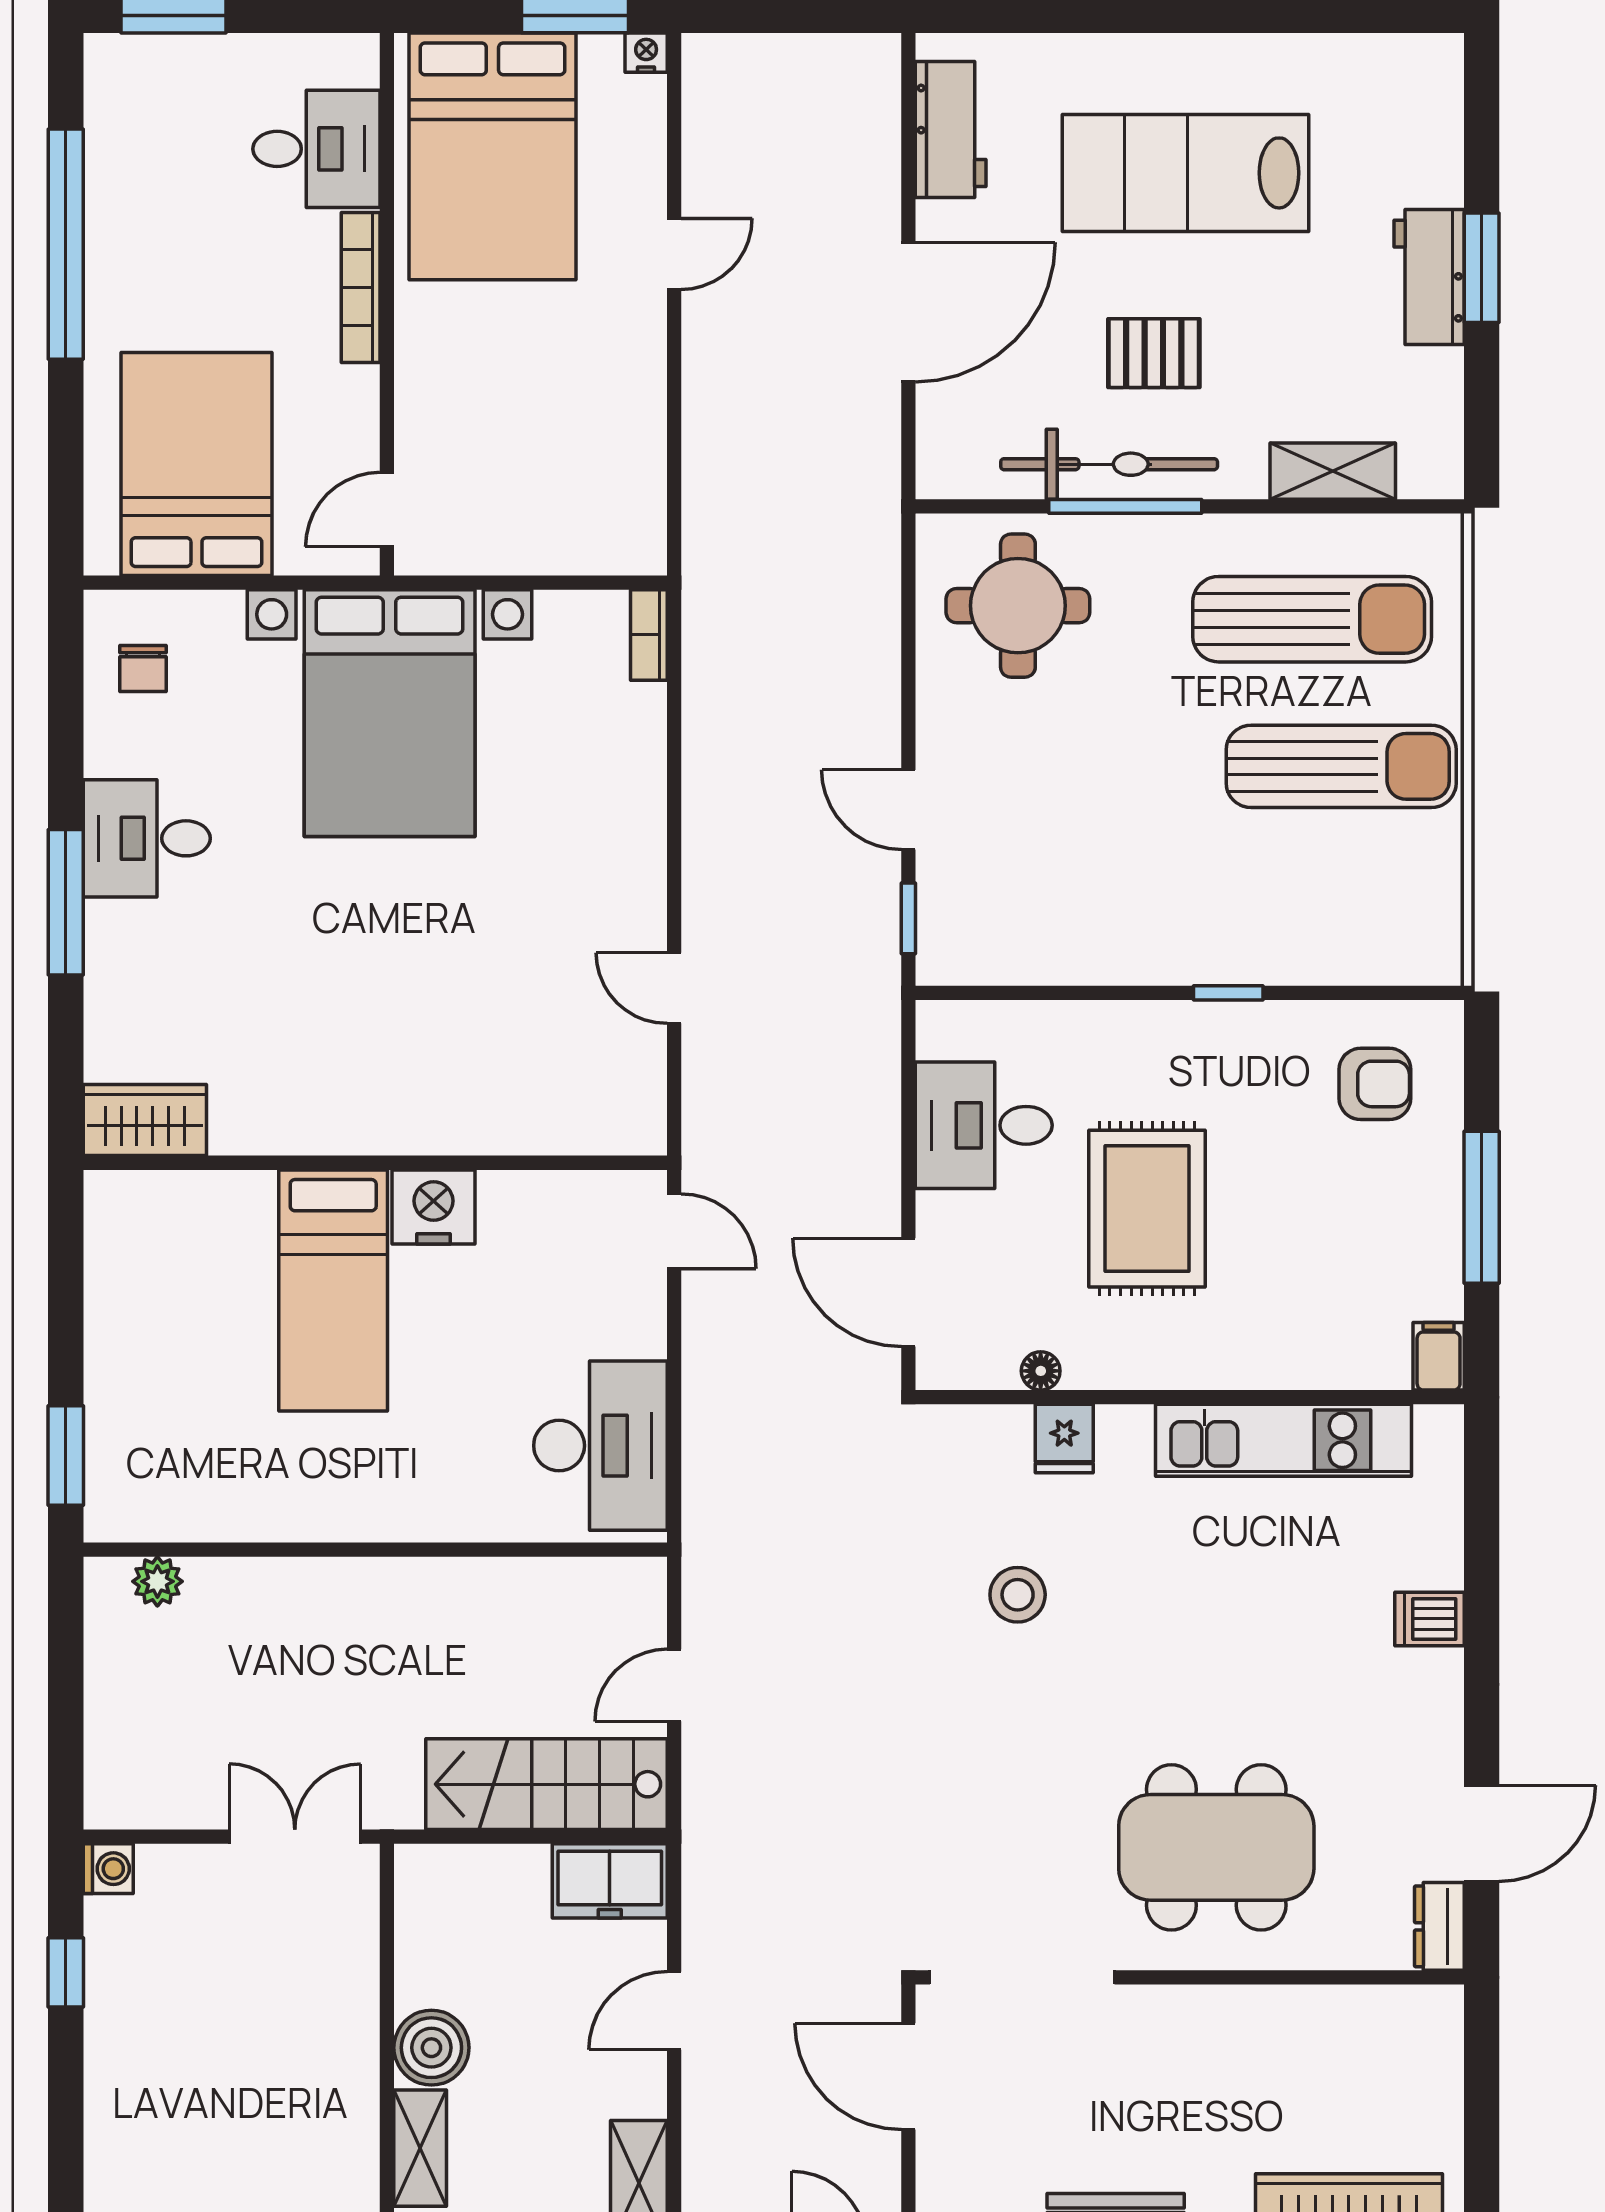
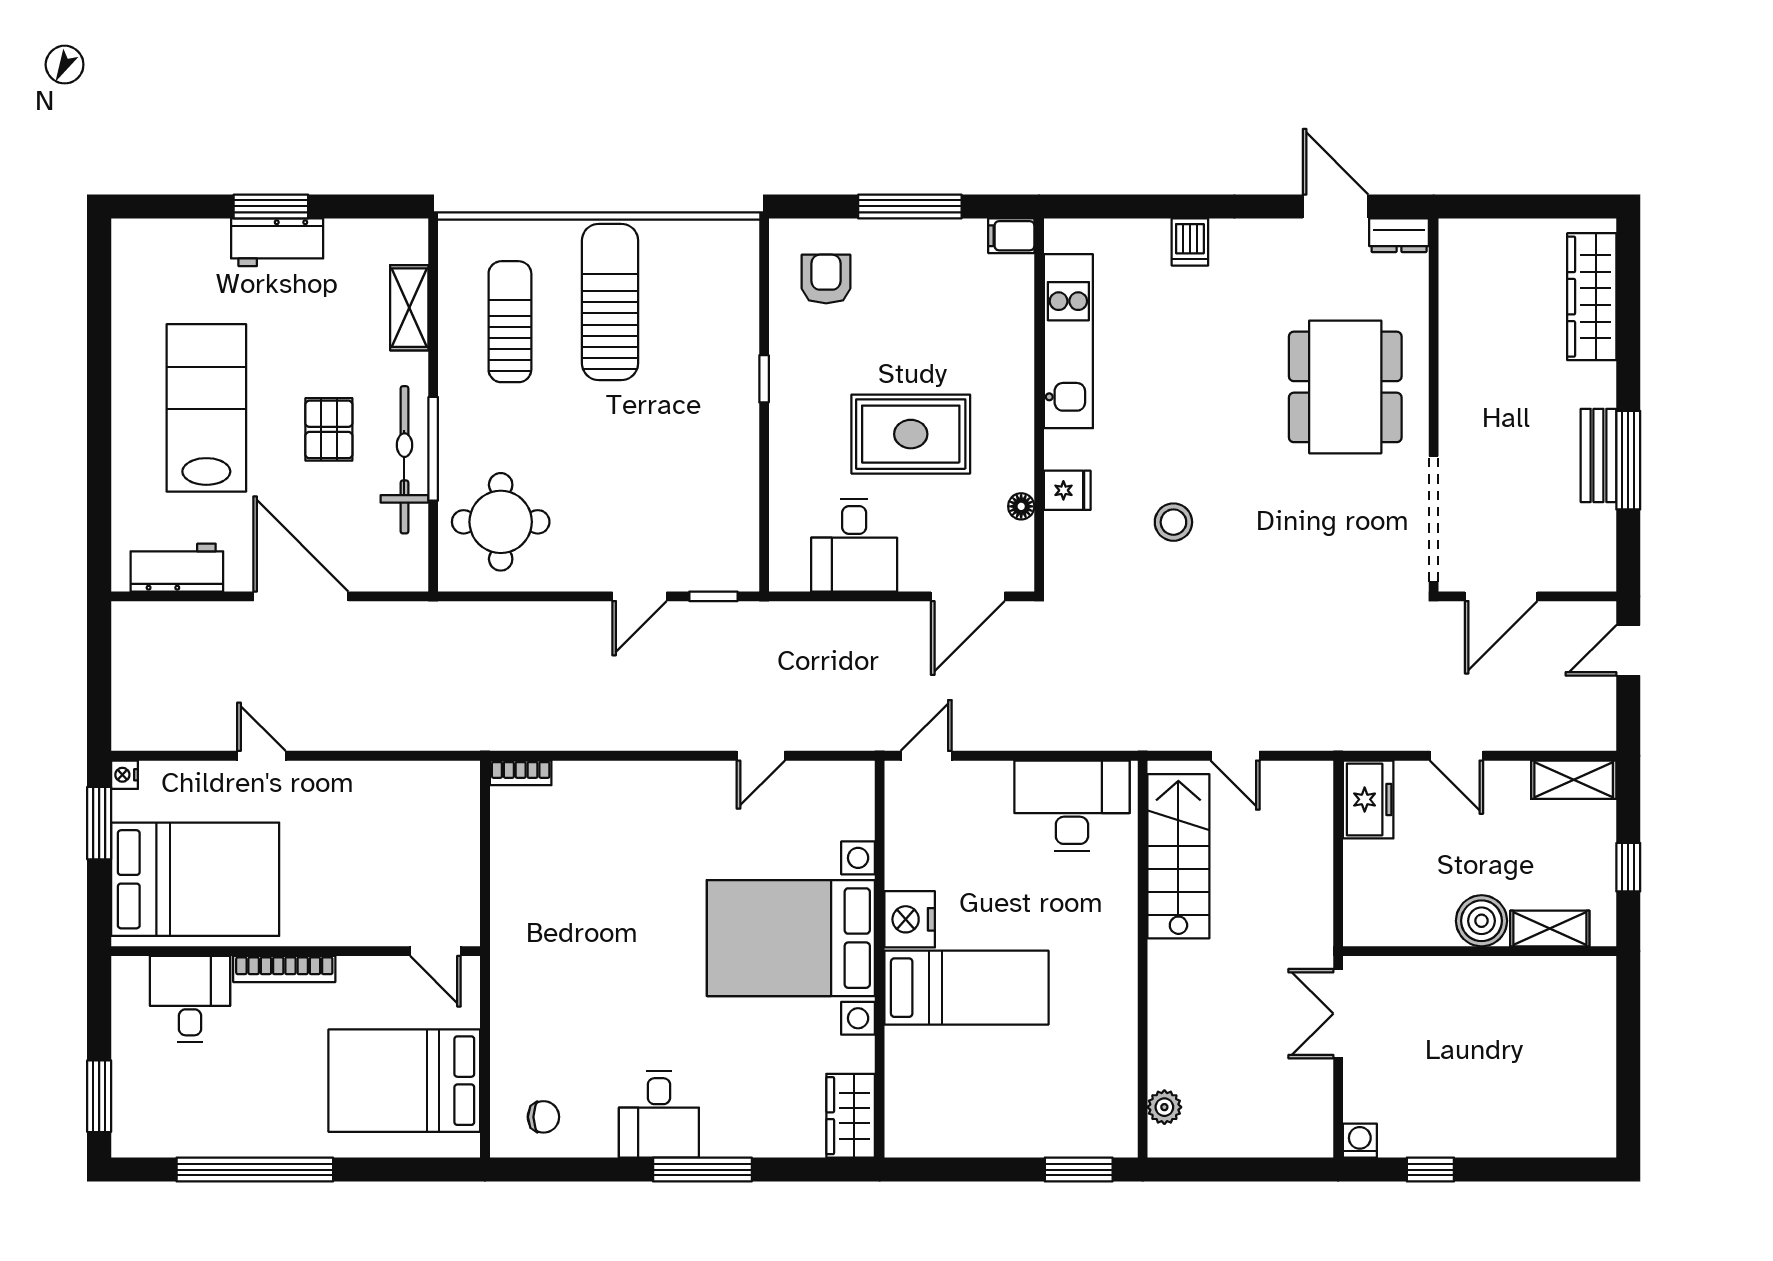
lab bench: (1185, 173) -> (206, 408), turned 180
sun lounger: (1312, 619) -> (510, 322), width x0.73, depth x0.75
bed with nightstands: (390, 713) -> (791, 938), moved, turned 180
stairs: (546, 1784) -> (1178, 856), moved, turned 180

